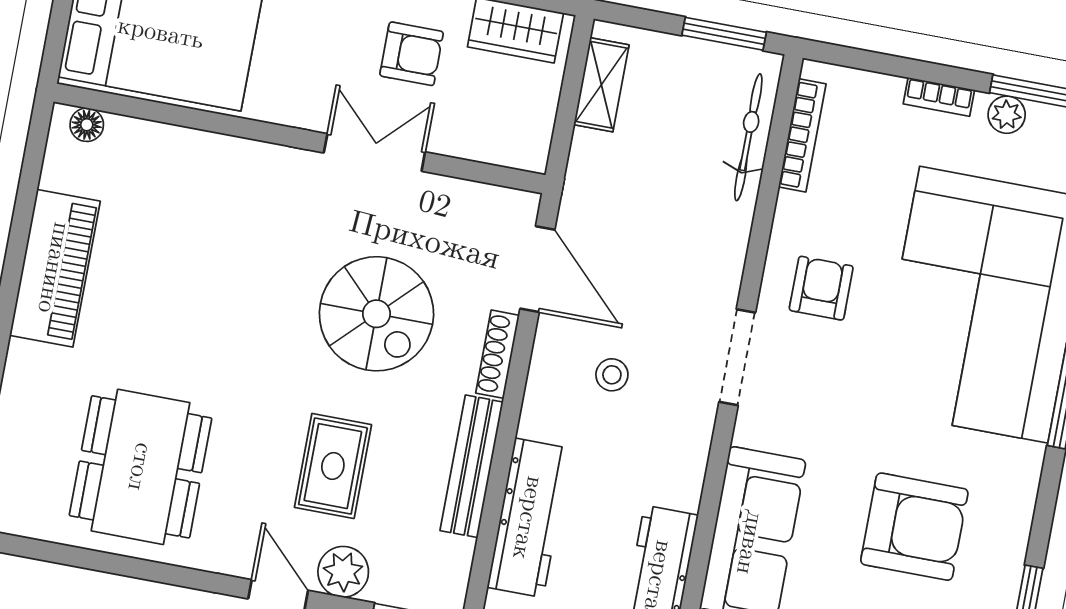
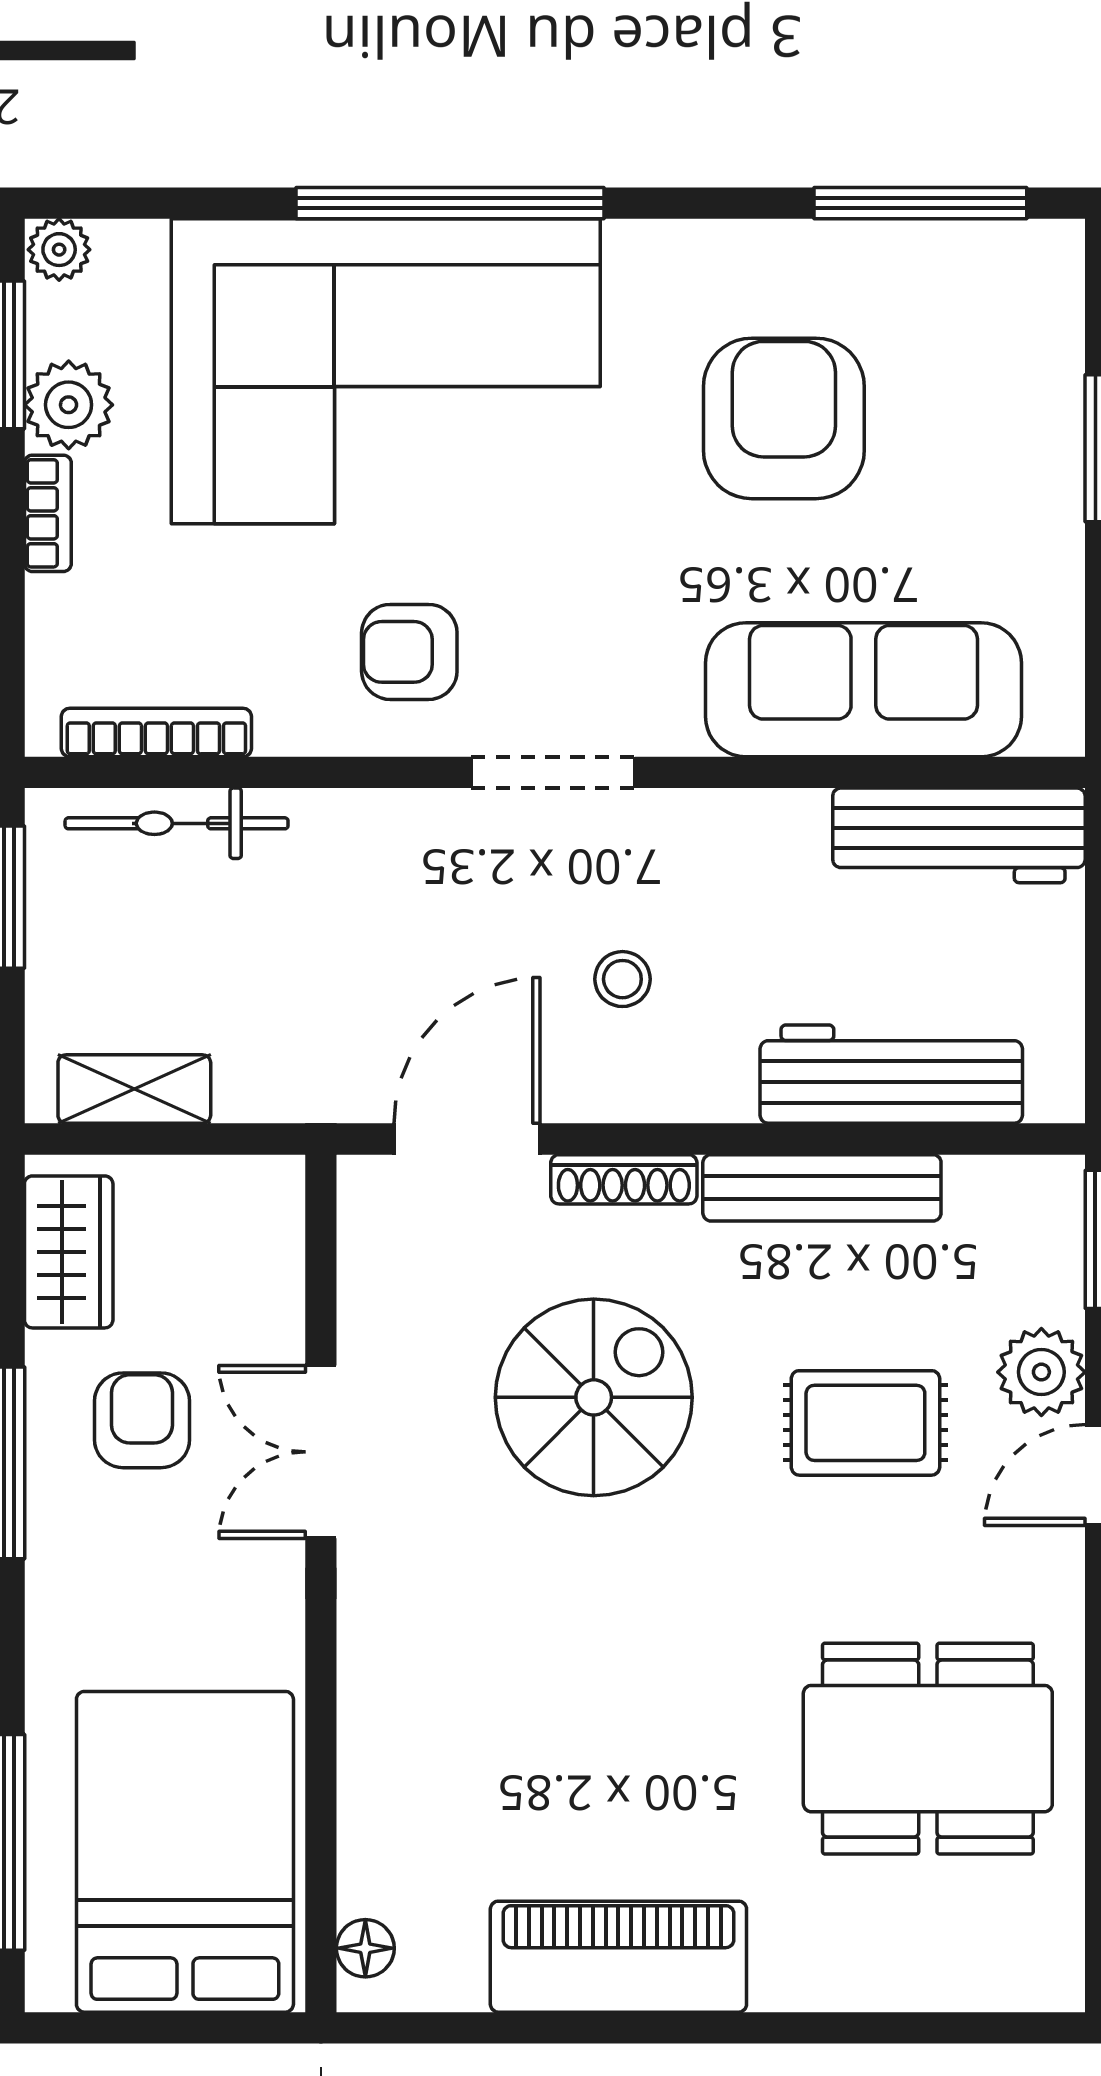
plant: (1007, 115) -> (69, 405), width x1.38, depth x1.38

